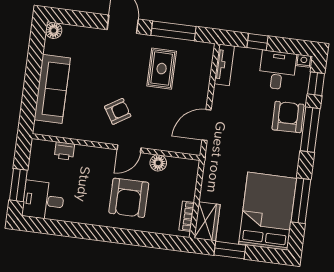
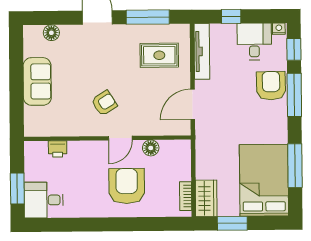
floor lamp: (54, 31) -> (51, 33), moved
tv unit: (224, 65) -> (202, 51), width x1.41
rug: (162, 69) -> (159, 55), moved, turned 90
sofa: (52, 89) -> (37, 81), width x0.73
armchair: (129, 198) -> (127, 186), turned 180

